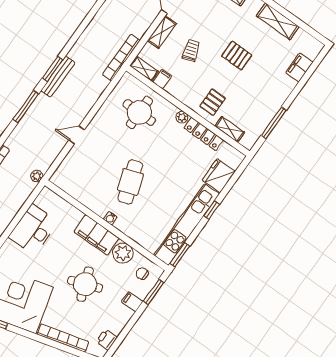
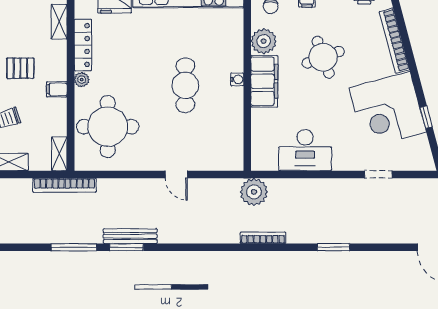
filing cabinet: (162, 79) -> (57, 89), moved
pallet: (213, 102) -> (20, 68), moved
window: (26, 107) -> (74, 247), moved
round table: (139, 112) -> (108, 127), width x1.36, depth x1.36
plant: (37, 176) -> (254, 192), width x1.87, depth x1.87
cafe table: (130, 182) -> (185, 85), turned -71

